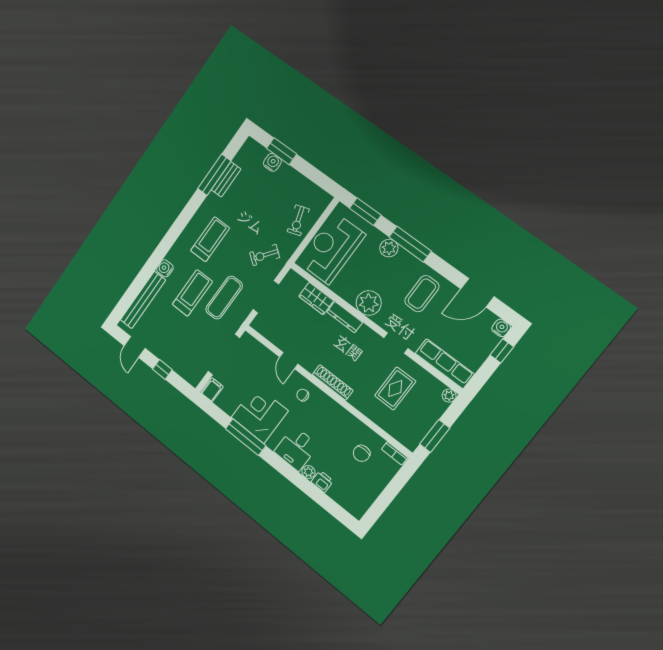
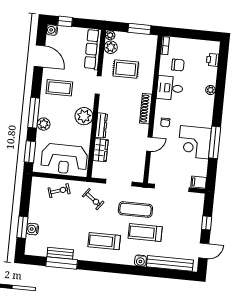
plant: (433, 387) -> (111, 47), added
desk: (296, 448) -> (170, 88), moved, turned 180
printer: (322, 481) -> (213, 60), moved

